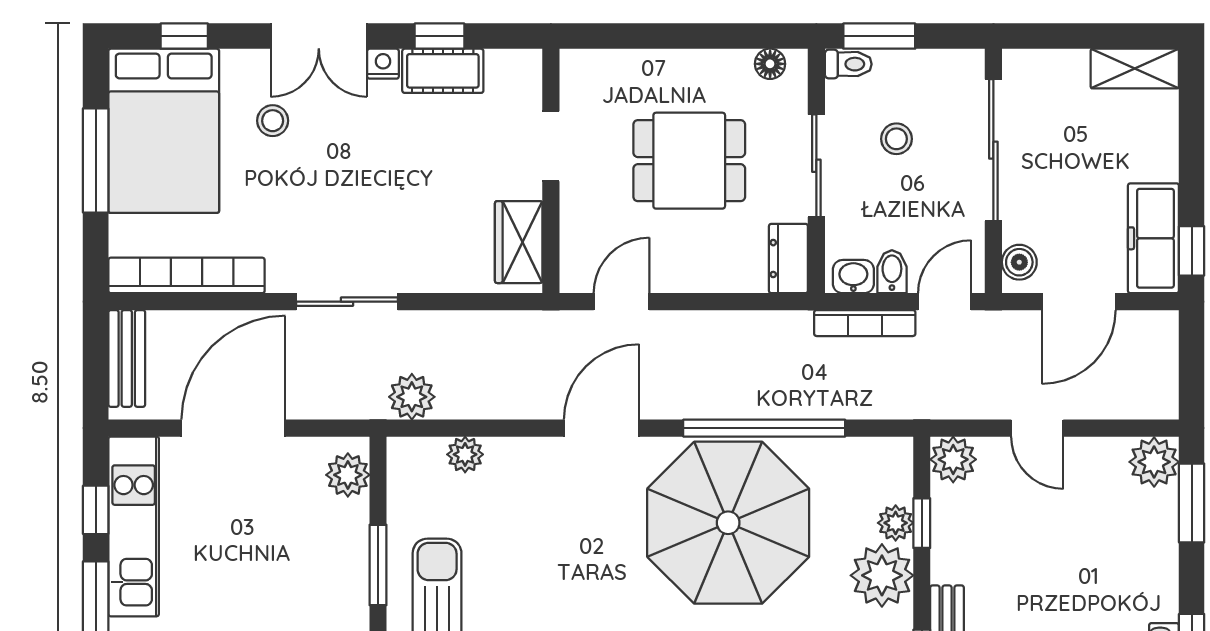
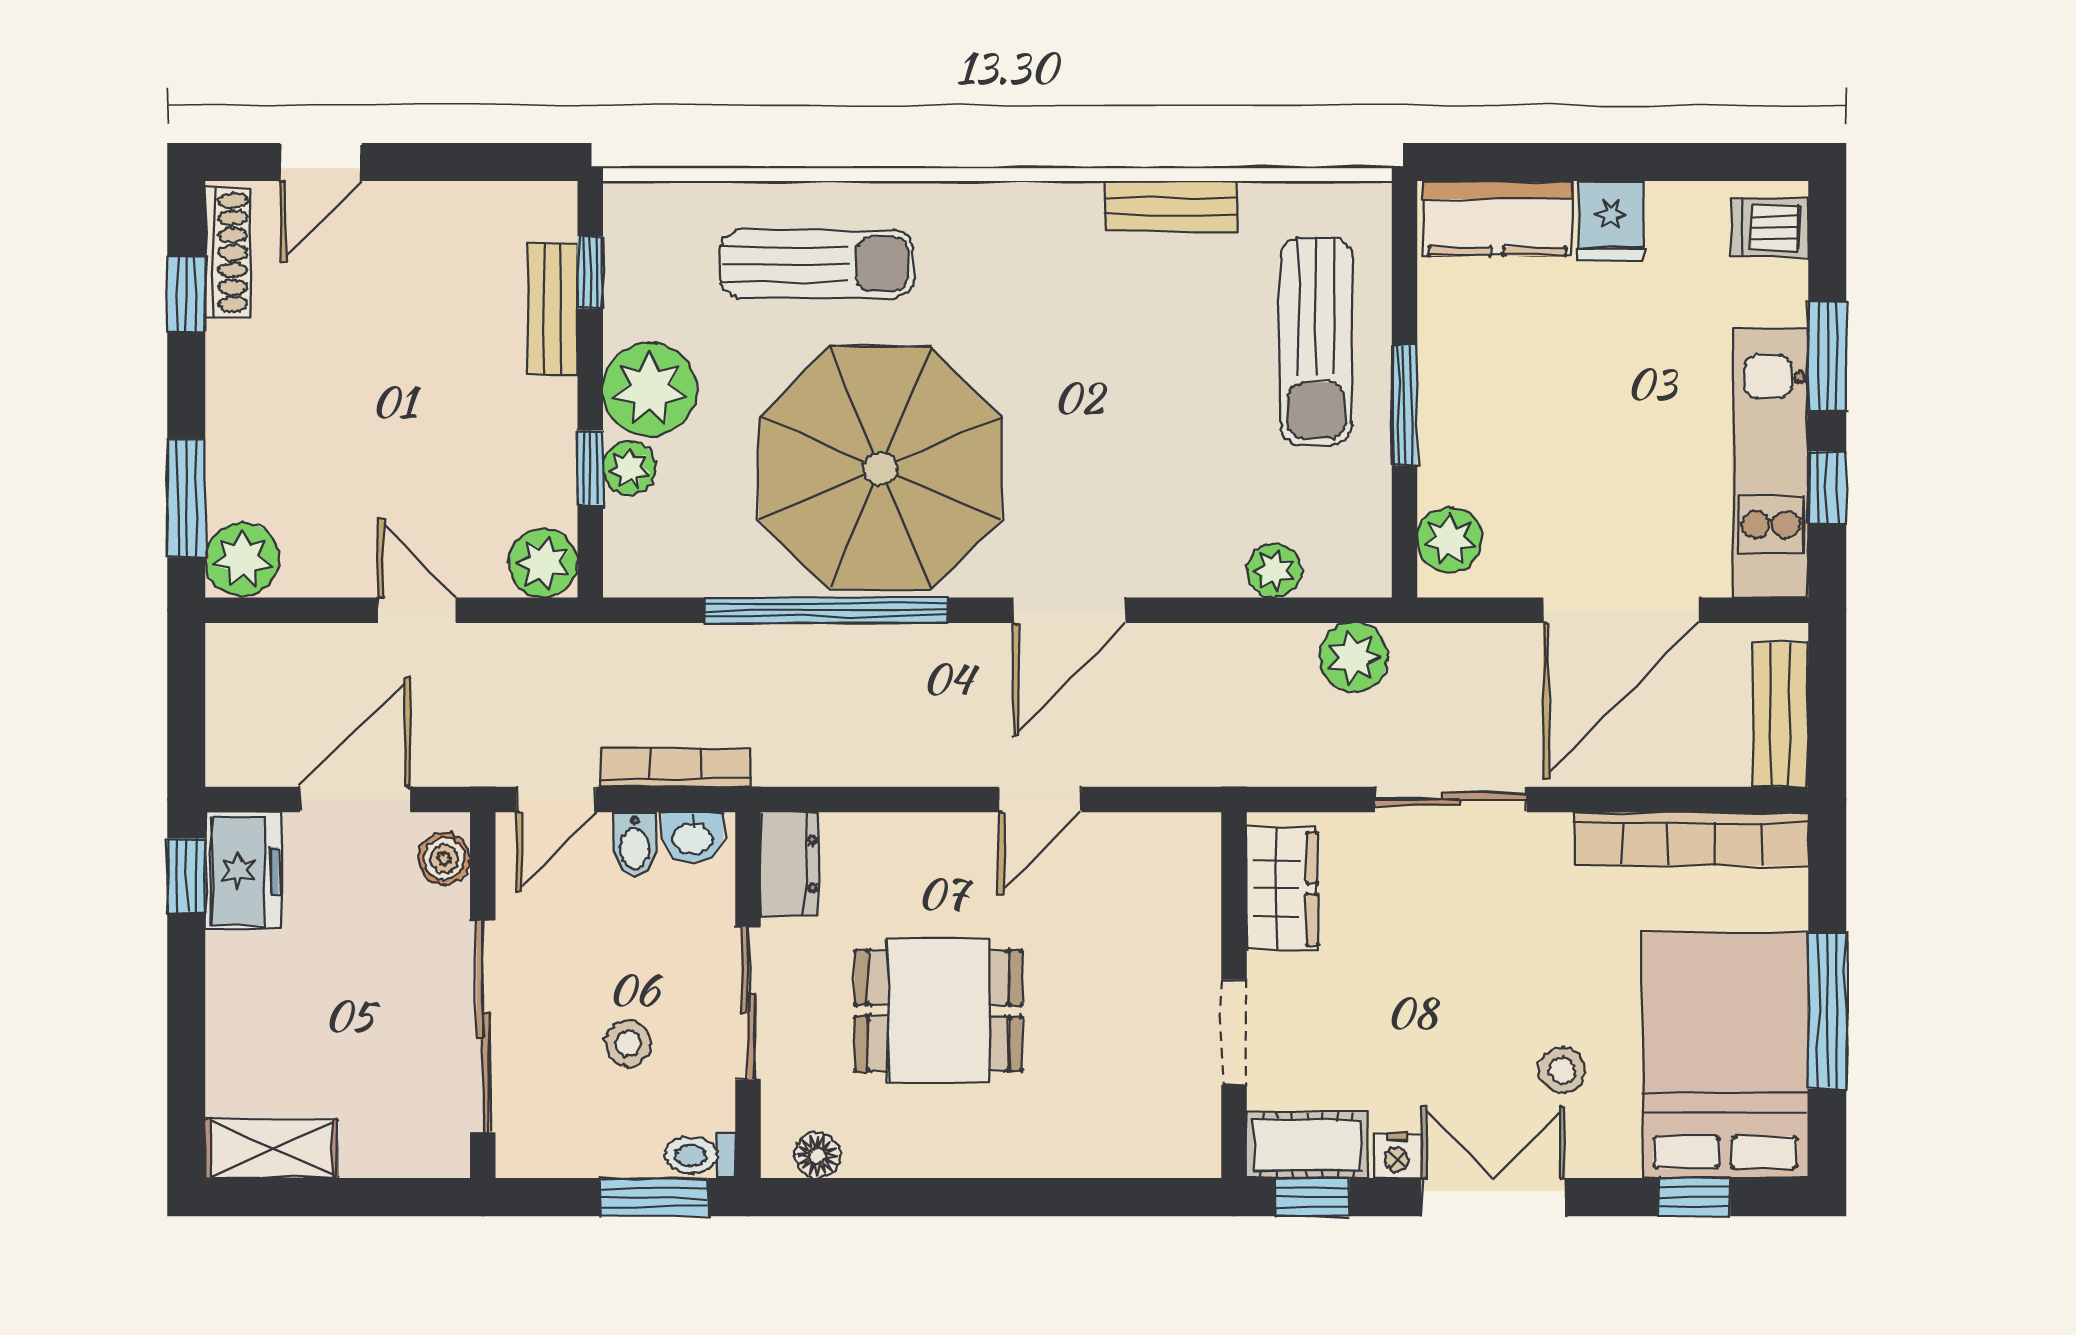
doorway: (551, 146) -> (1234, 1032), moved
wall: (551, 171) -> (1234, 995), moved
freezer: (1153, 238) -> (243, 871), width x0.71
wardrobe: (519, 242) -> (1282, 889), moved

